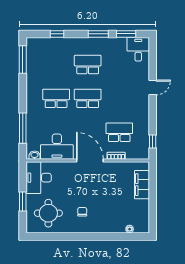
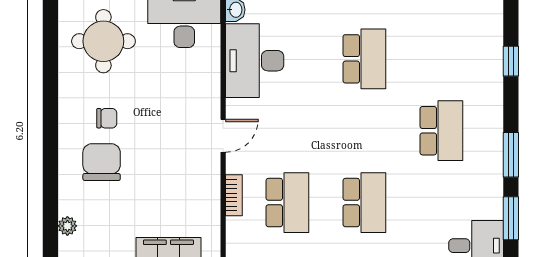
school desk: (88, 98) -> (364, 203), moved
door: (90, 161) -> (223, 136), width x0.53
chair: (102, 214) -> (102, 162), added

